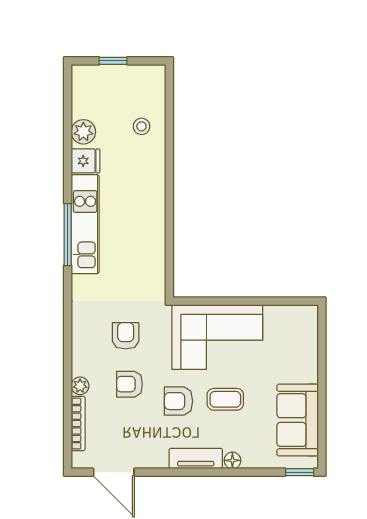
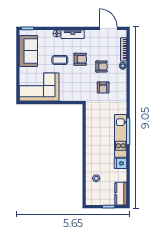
kitchen counter: (85, 91) -> (121, 194), added
plant: (83, 132) -> (121, 176), removed
corner sofa: (217, 337) -> (39, 87), moved

